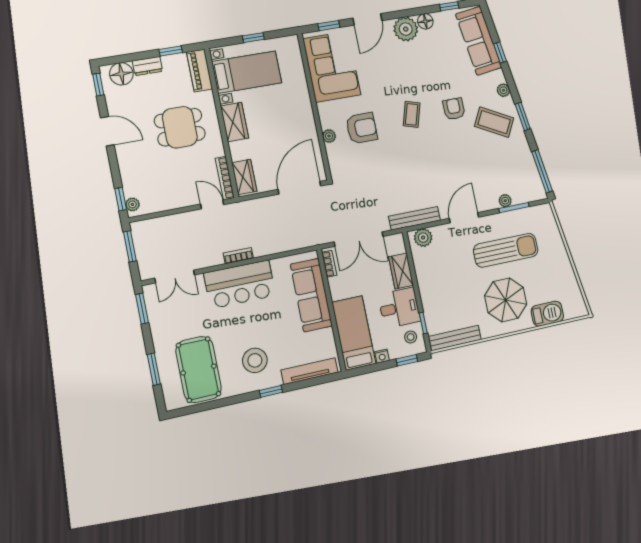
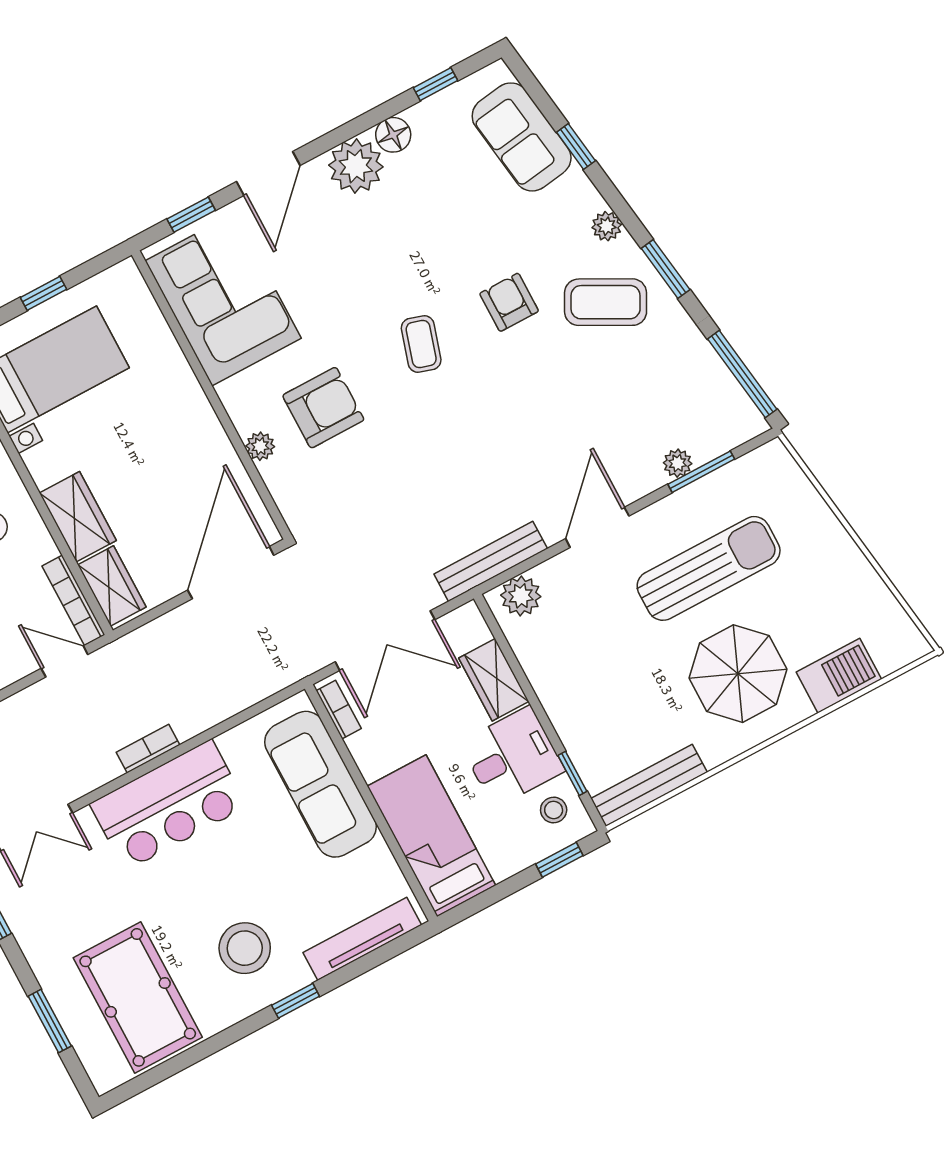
sofa: (479, 41) -> (522, 137), width x0.73
wardrobe: (234, 122) -> (78, 517), moved
nightstand: (382, 356) -> (504, 866), removed

